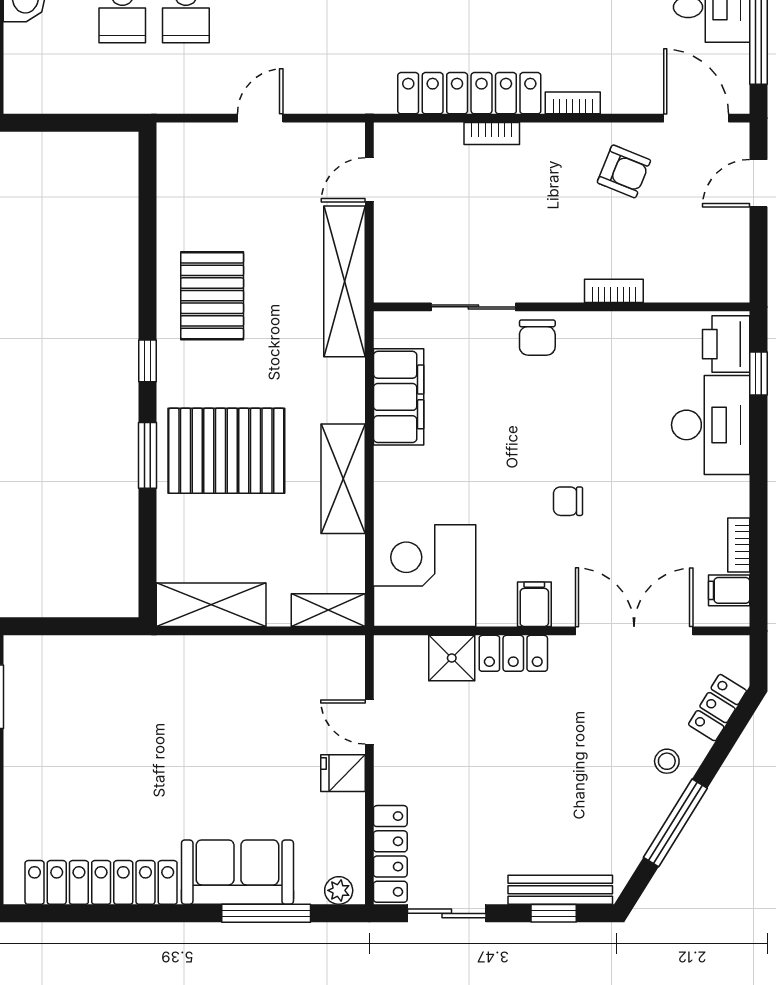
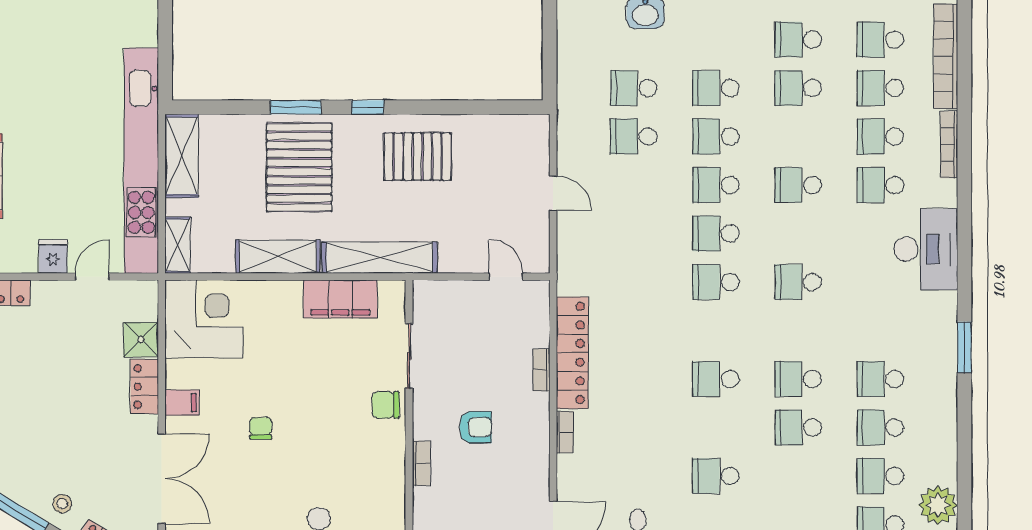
armchair: (624, 171) -> (475, 427), moved, turned -112
shelving: (344, 281) -> (379, 258), moved
kitchen unit: (217, 658) -> (141, 161), added

